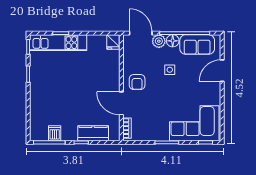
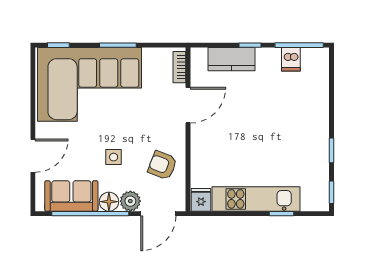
door: (141, 33) -> (158, 214), hinge flipped
kitchen unit: (58, 43) -> (256, 199), moved
armchair: (137, 82) -> (162, 165), moved, turned -69
door: (121, 103) -> (188, 105), hinge flipped
corner sofa: (194, 123) -> (90, 84), width x1.36, depth x1.36

